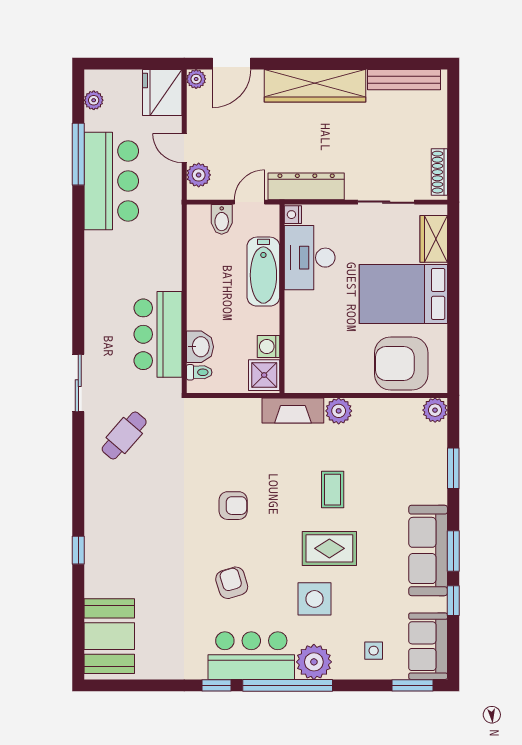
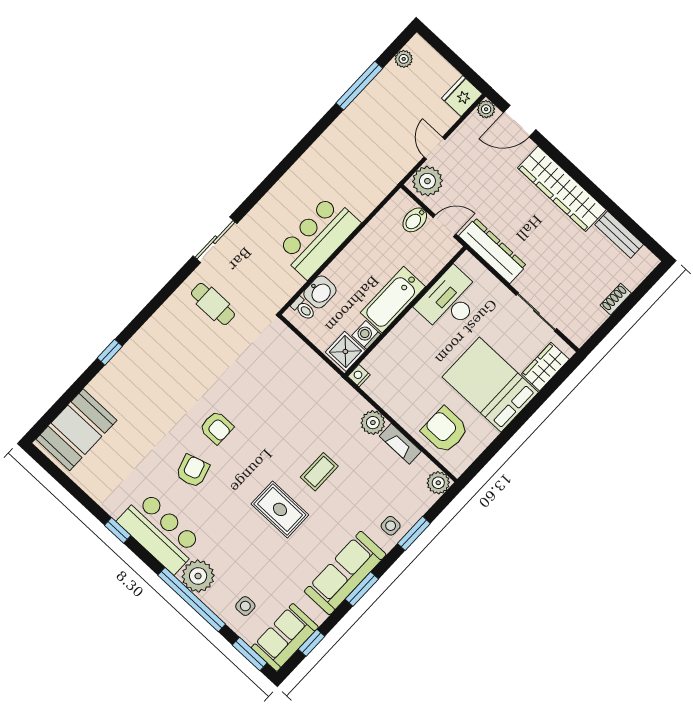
bench: (404, 80) -> (619, 235), width x0.73
fridge: (162, 93) -> (462, 96), width x0.73, depth x0.75
shoe rack: (439, 172) -> (616, 299), moved, width x0.70
plant: (199, 175) -> (427, 181), width x1.36, depth x1.36
bar counter: (111, 181) -> (365, 124), removed
nightstand: (293, 215) -> (359, 376), moved
bathtub: (263, 272) -> (393, 300), moved
bar counter: (158, 334) -> (318, 237), moved
armchair: (401, 364) -> (445, 430), width x0.73, depth x0.73
fireplace: (293, 410) -> (400, 444), moved, width x0.73, depth x0.76
cafe table: (124, 435) -> (213, 304), turned 49
armchair: (233, 506) -> (216, 428), moved
side table: (314, 599) -> (391, 526), moved, width x0.54, depth x0.54
window: (453, 601) -> (312, 643), moved
window: (288, 685) -> (192, 600), moved

